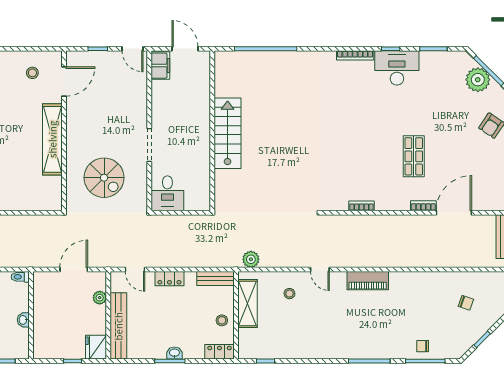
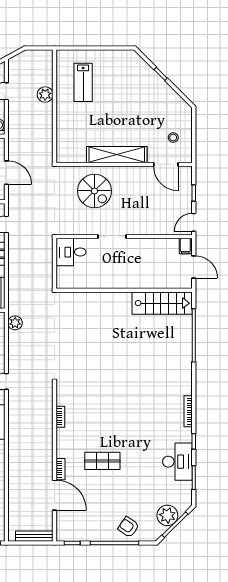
door: (185, 49) -> (194, 267), hinge flipped
filing cabinet: (160, 66) -> (185, 246), width x0.50
desk: (397, 68) -> (177, 462), moved
stairs: (228, 133) -> (162, 303), moved
spiral stairs: (104, 178) -> (94, 191), moved, turned -90

